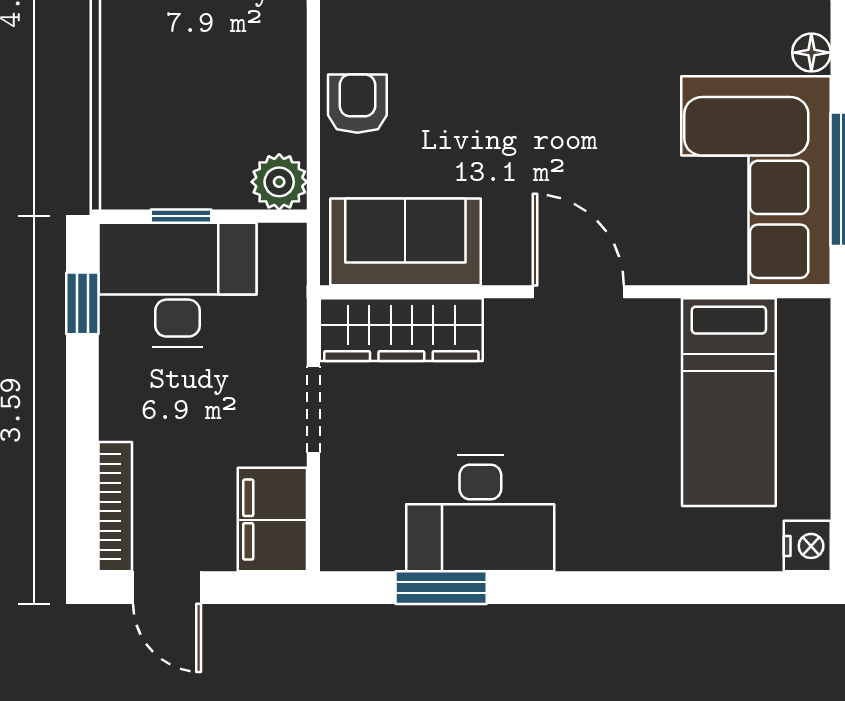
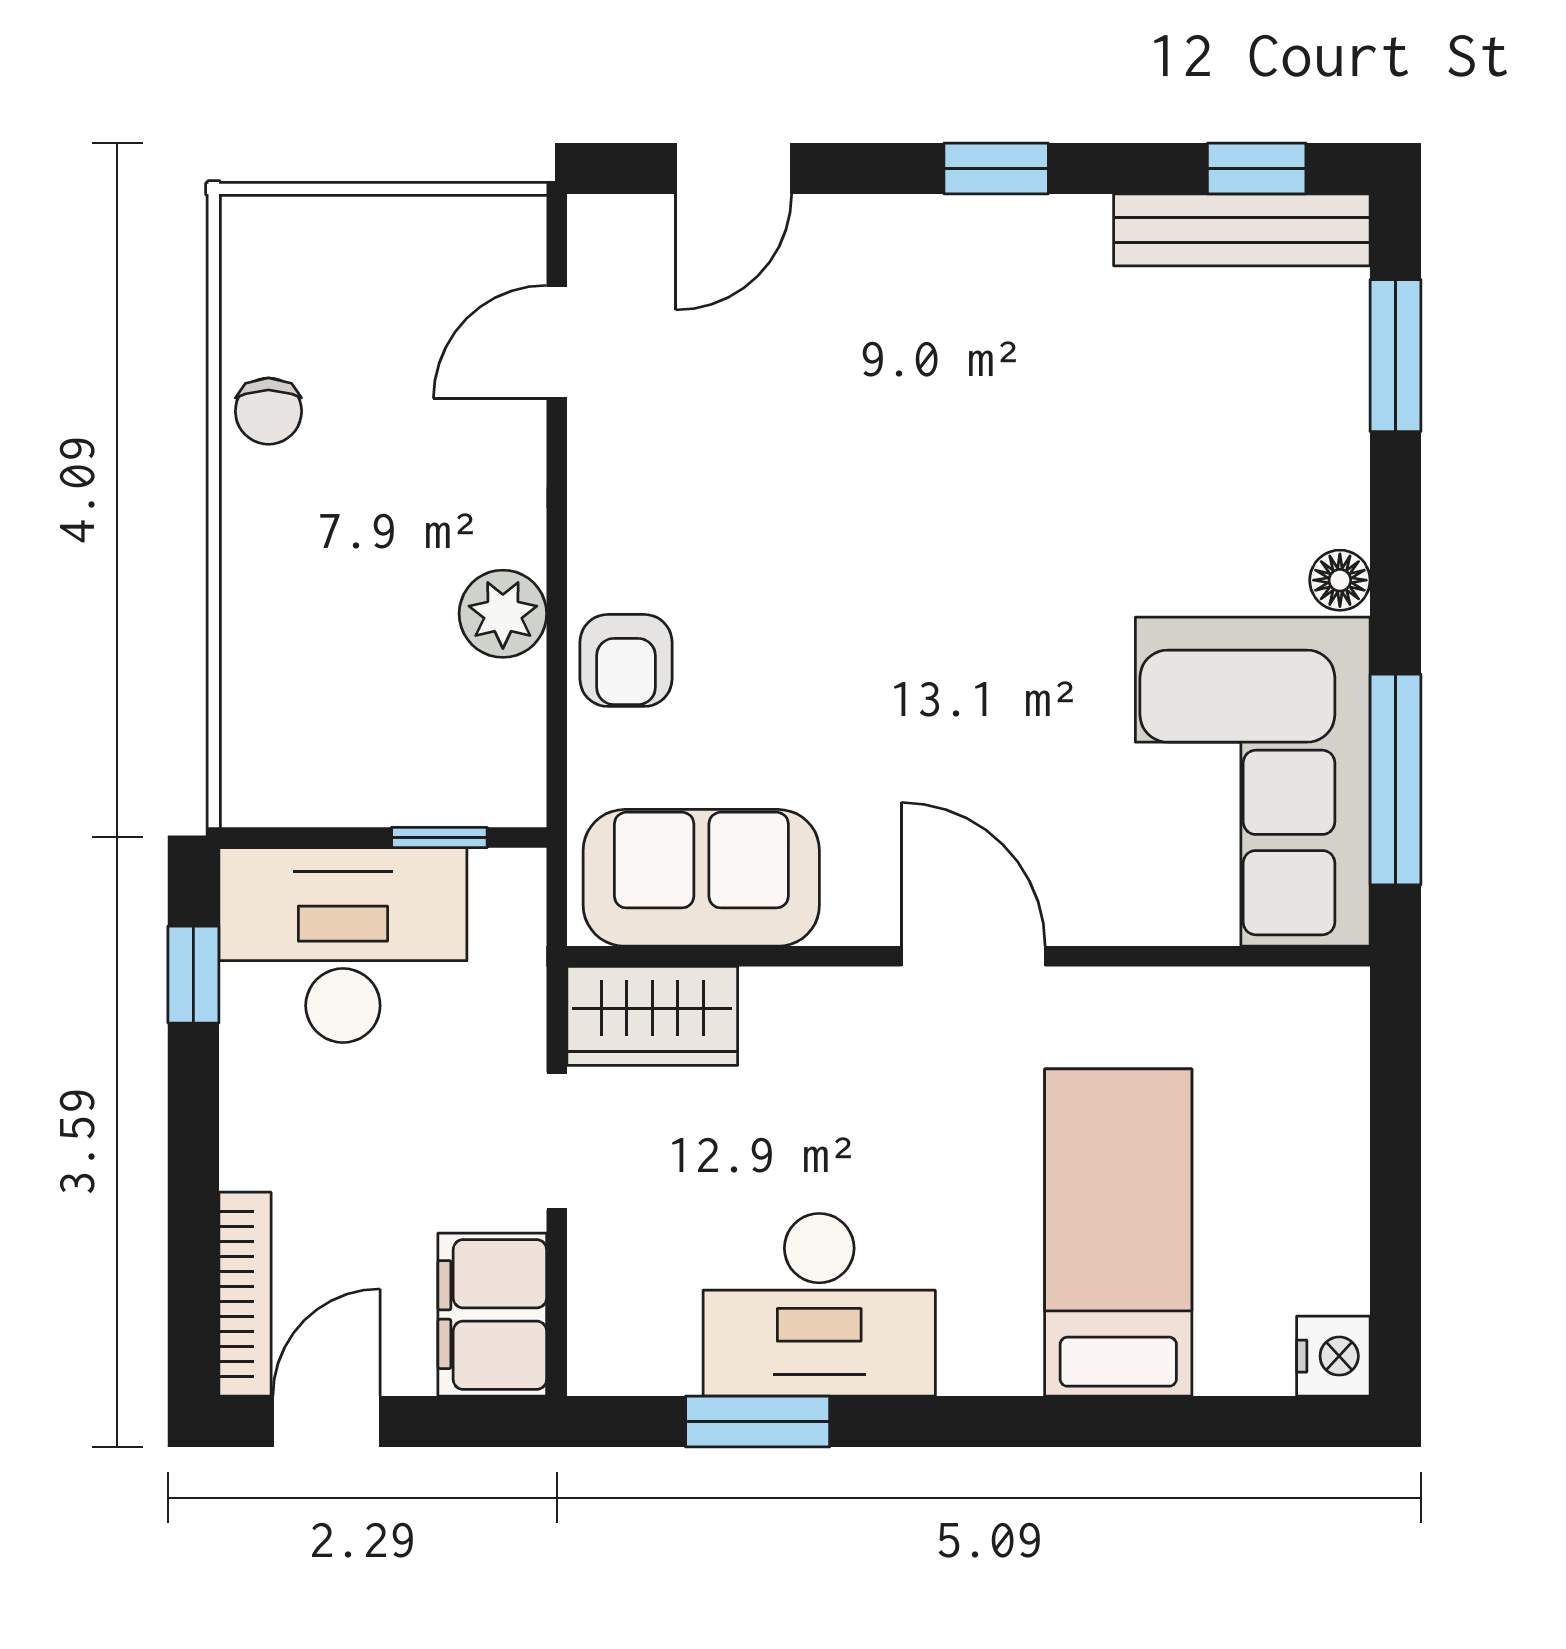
armchair: (357, 104) -> (626, 660), turned 180
plant: (279, 182) -> (503, 614), moved
window: (181, 216) -> (439, 837), moved
wardrobe: (401, 330) -> (652, 1016), width x0.67
bed: (729, 402) -> (1118, 1232), moved, turned 180
door: (167, 588) -> (327, 1421), swing flipped

